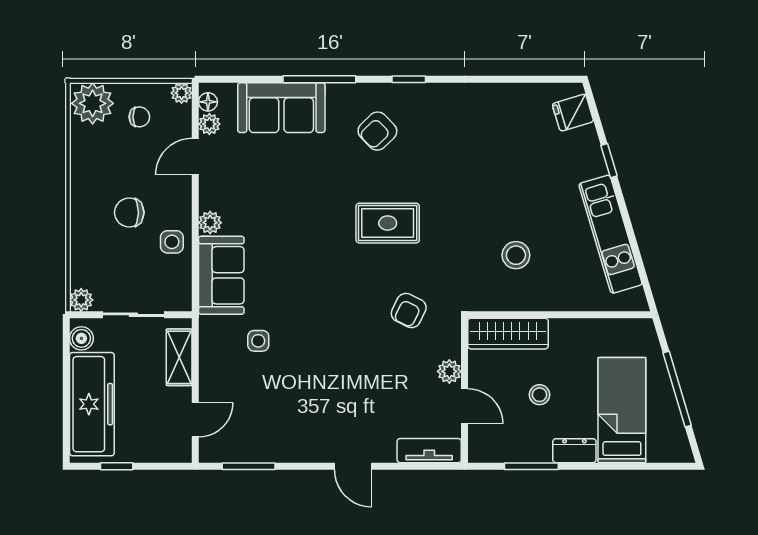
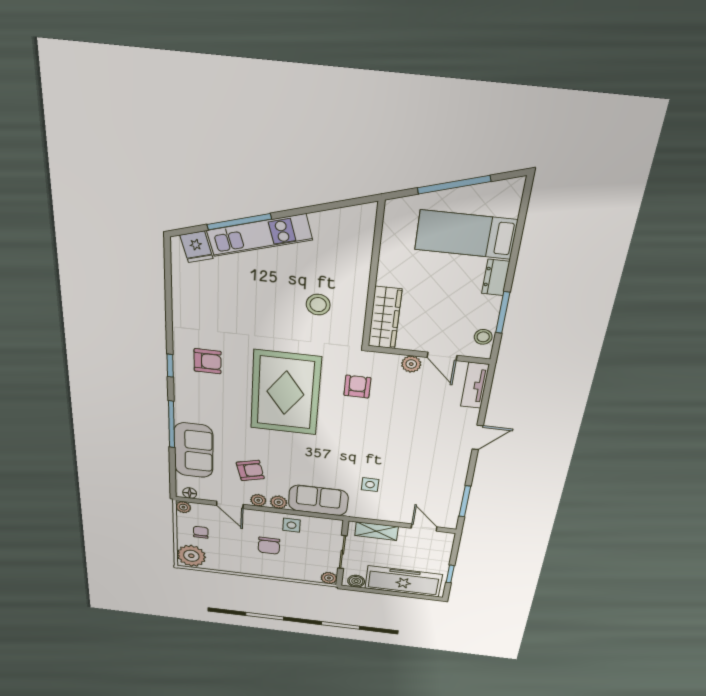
plant: (209, 124) -> (258, 500), moved
armchair: (377, 131) -> (208, 361), moved, turned -46
window: (609, 161) -> (239, 222), width x2.17
armchair: (259, 183) -> (250, 470), added
rug: (388, 223) -> (285, 393), width x1.86, depth x2.06
kitchen unit: (611, 234) -> (259, 235), moved
armchair: (409, 311) -> (357, 387), turned -116
stool: (539, 395) -> (483, 337), moved
door: (465, 406) -> (442, 356), swing flipped

